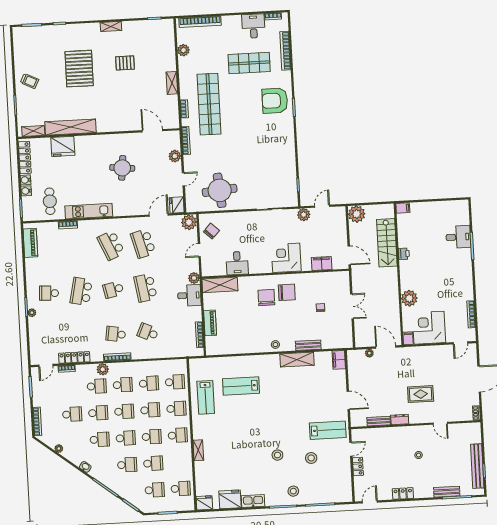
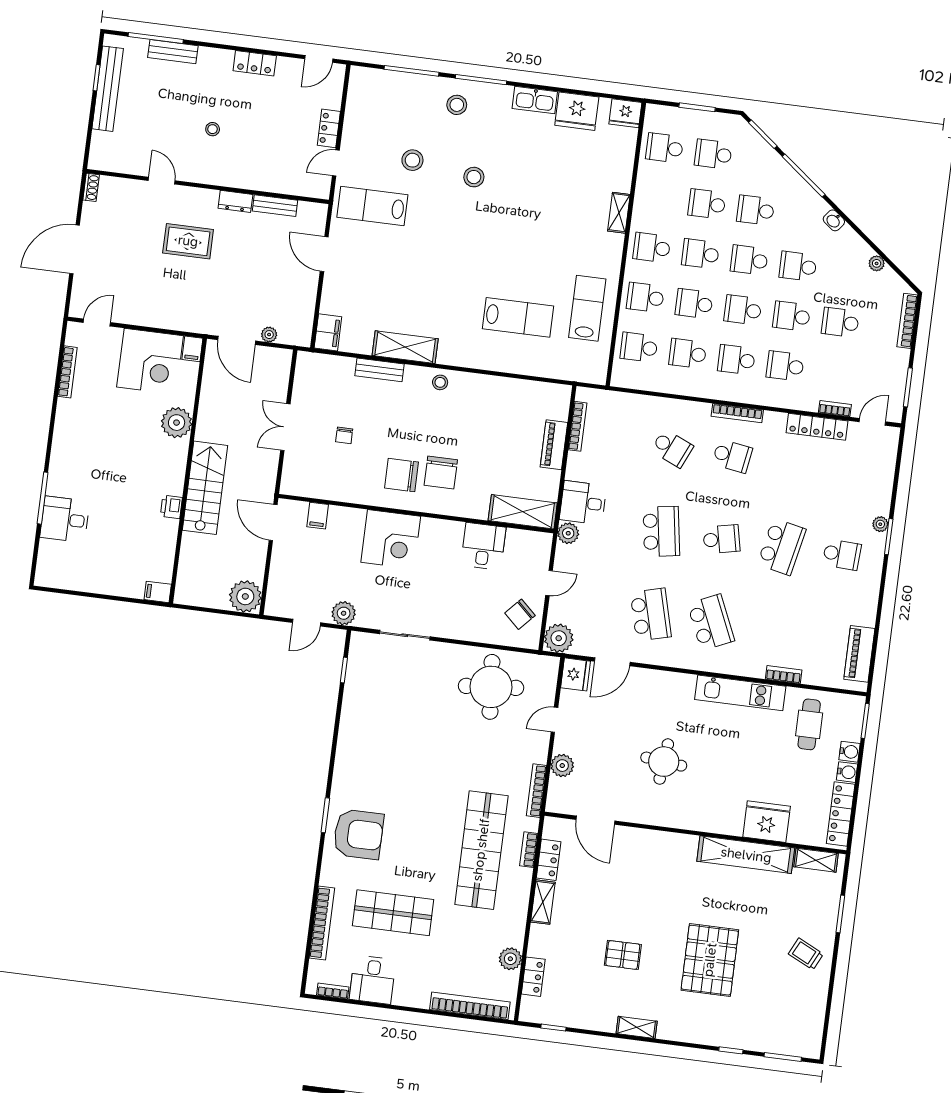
locker: (170, 43) -> (533, 977), added
locker: (173, 106) -> (549, 860), added
stairs: (387, 243) -> (205, 488), moved
filing cabinet: (322, 263) -> (318, 516), width x0.50
plant: (103, 369) -> (768, 395), removed

